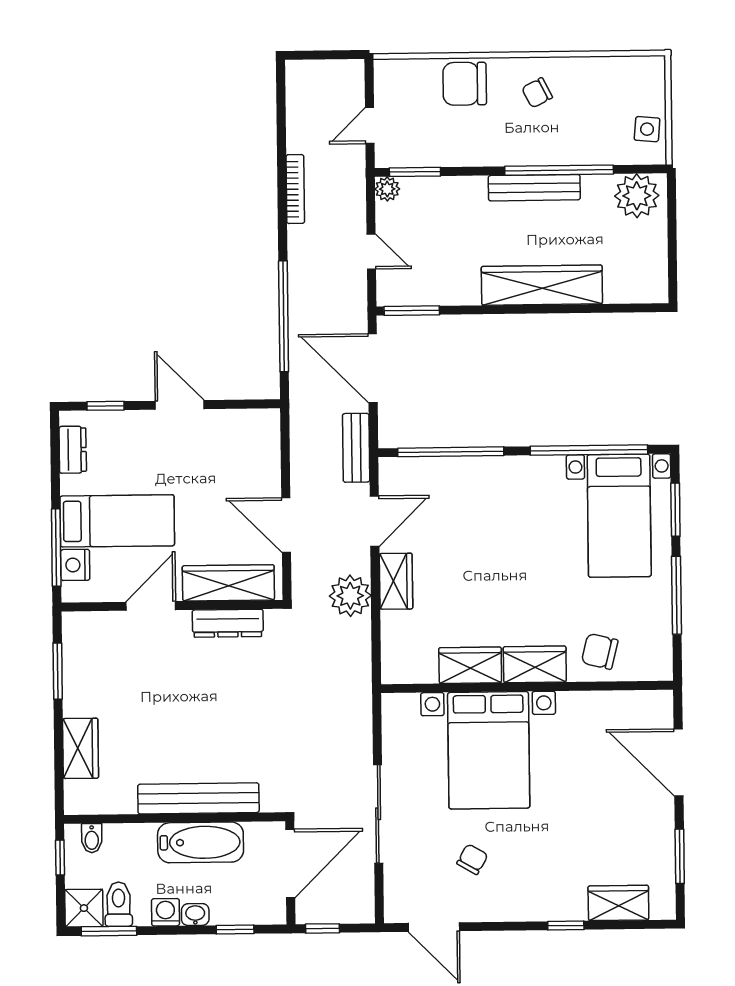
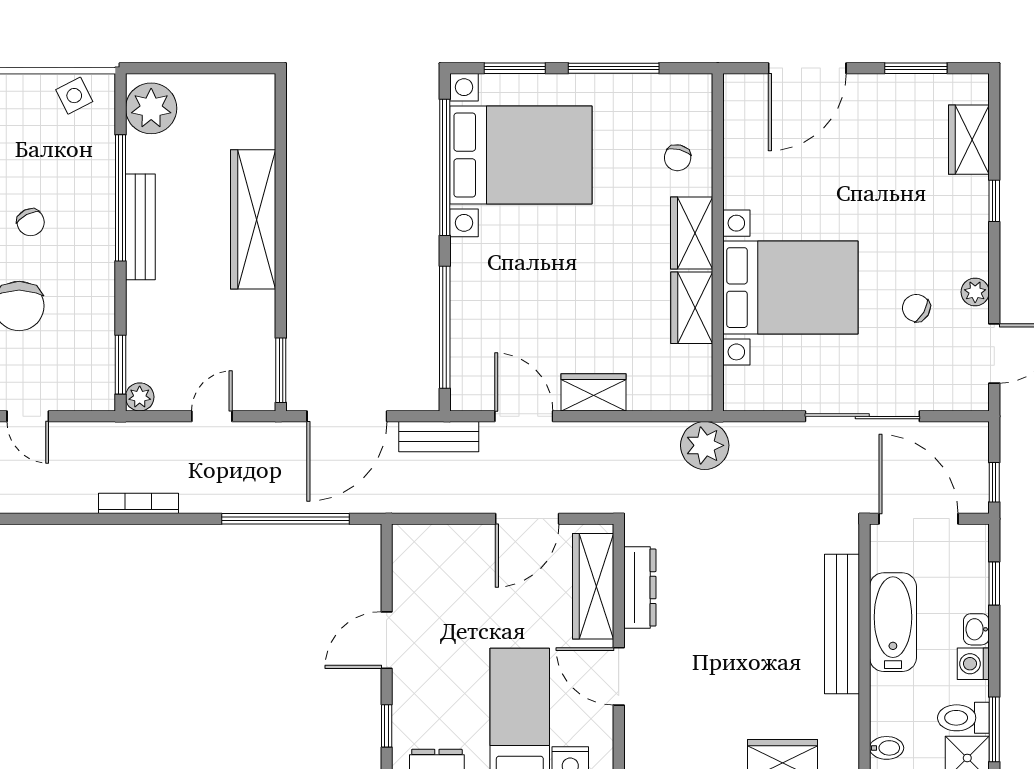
door: (370, 126) -> (28, 416), moved
side table: (647, 129) -> (74, 96), turned -32
bed with nightstands: (619, 516) -> (521, 155), width x1.36
plant: (350, 596) -> (705, 445), moved
chair: (600, 651) -> (678, 158), width x0.73, depth x0.73
plant: (487, 910) -> (975, 292), added

